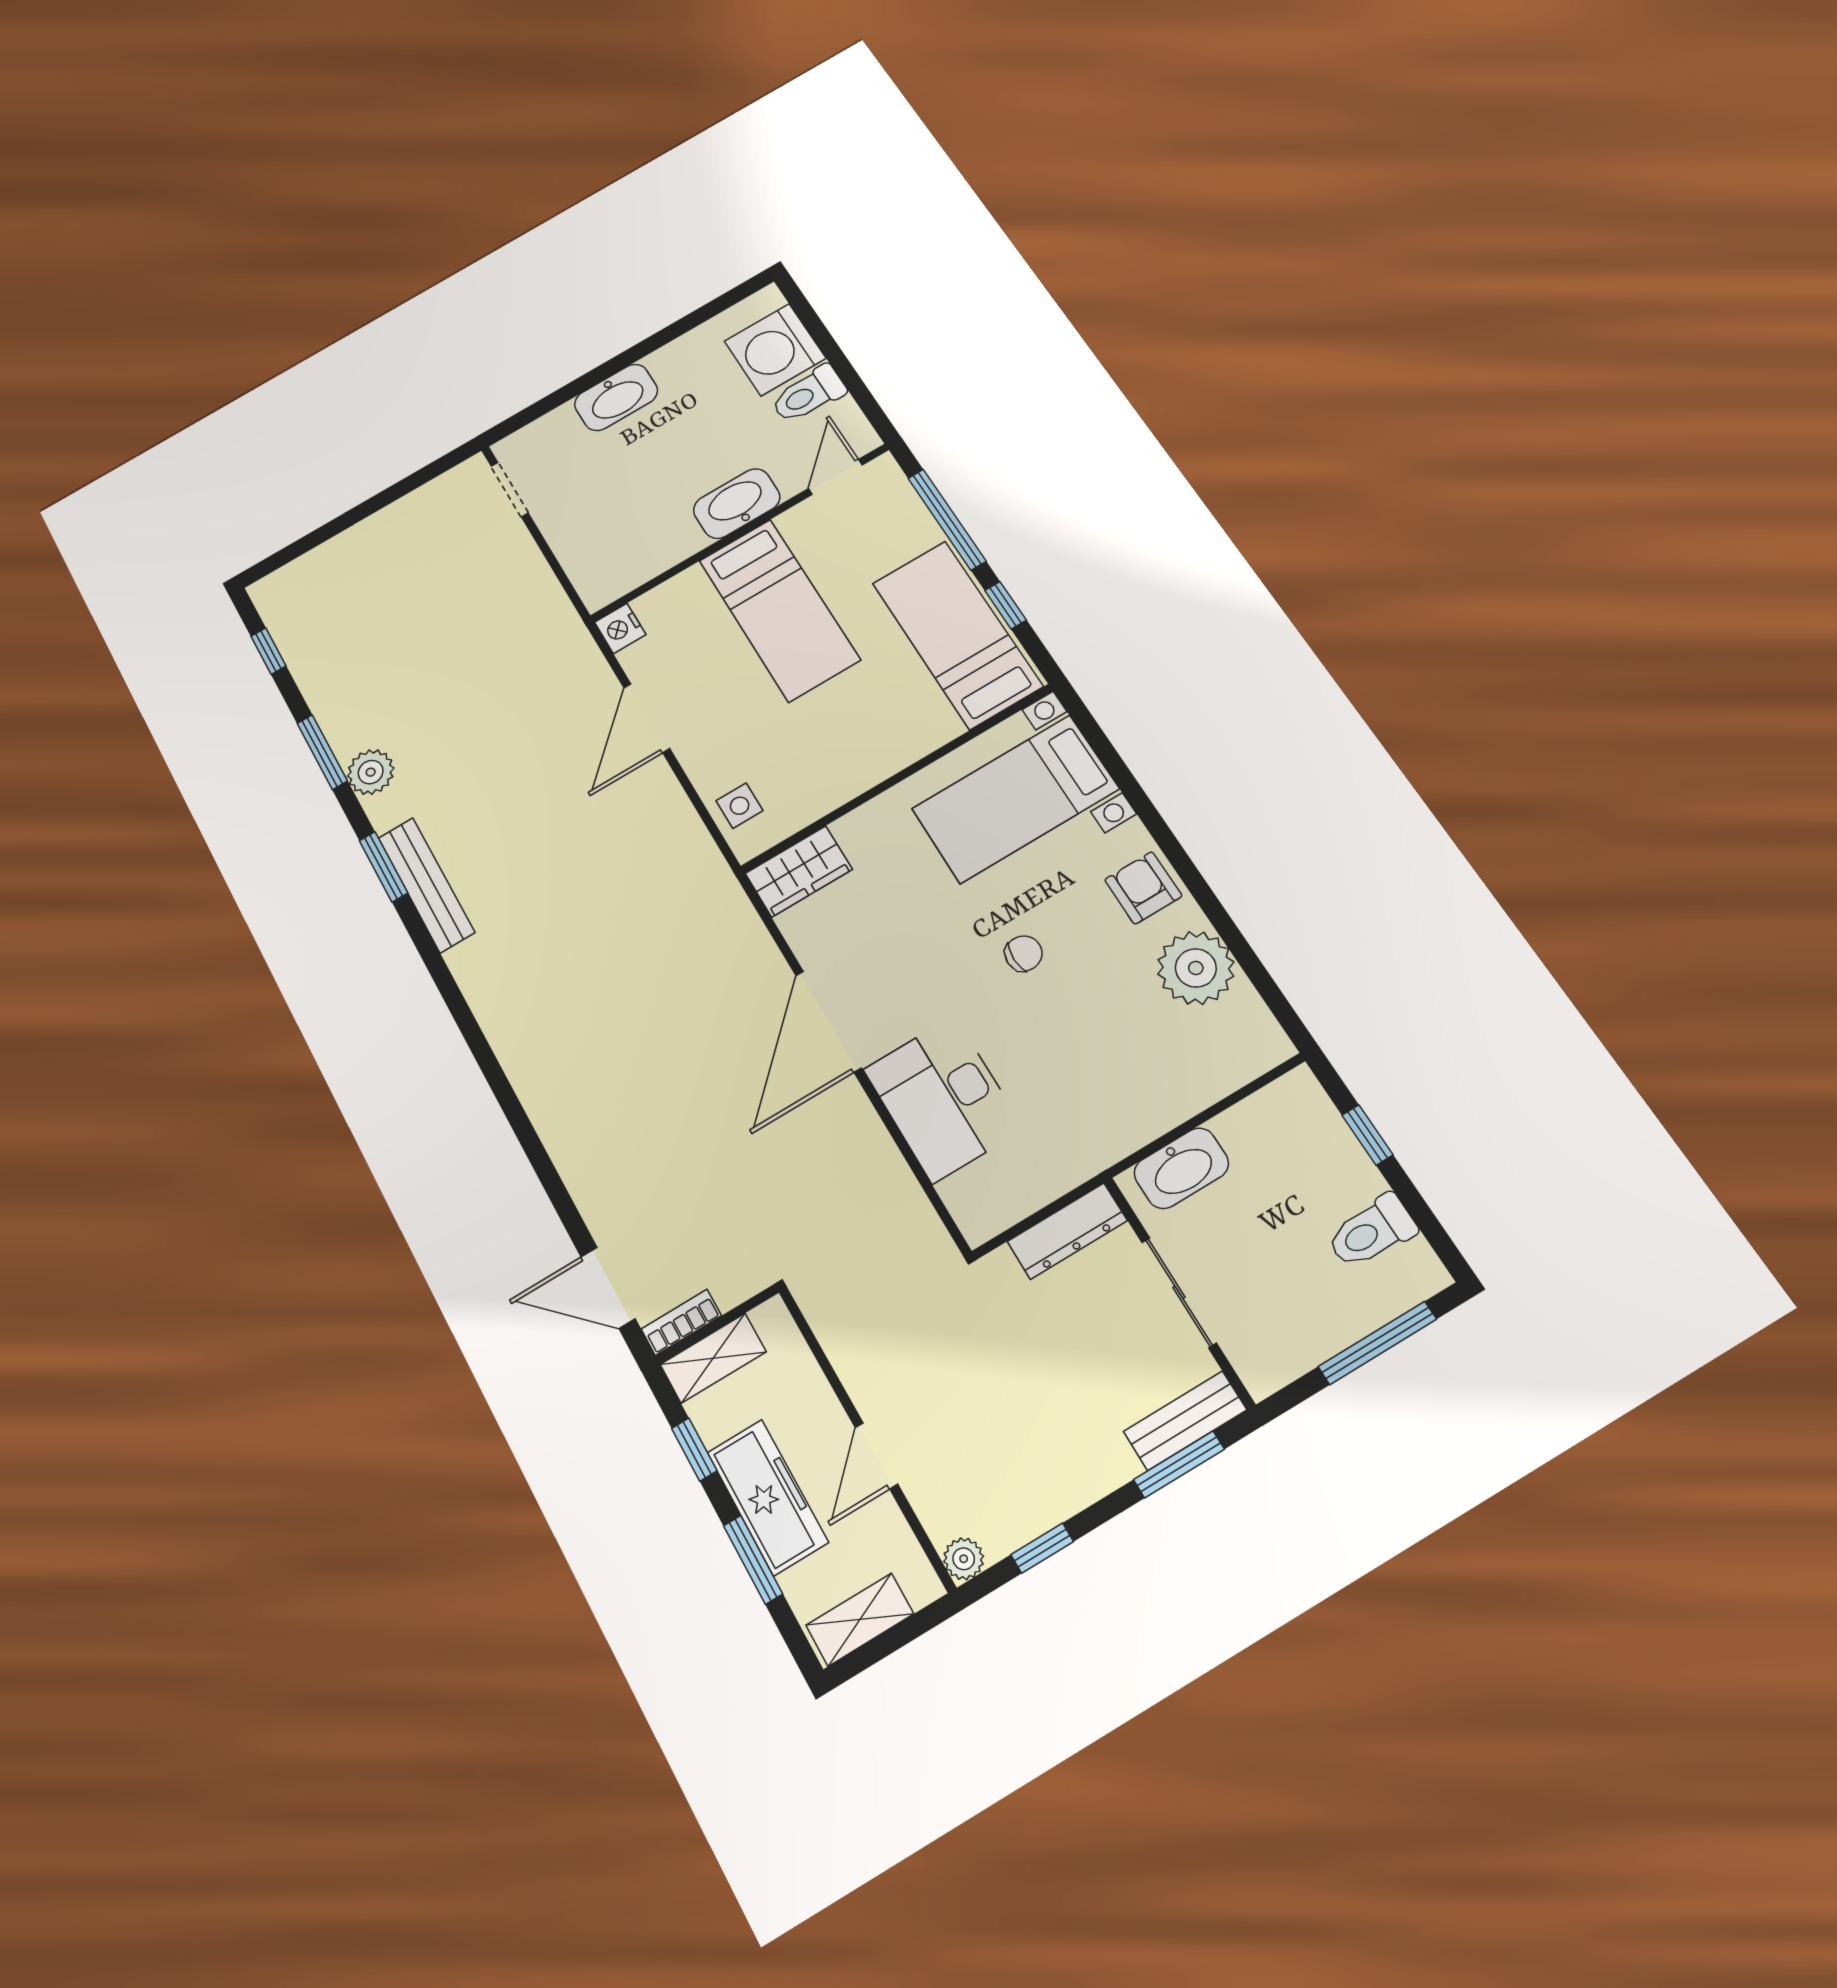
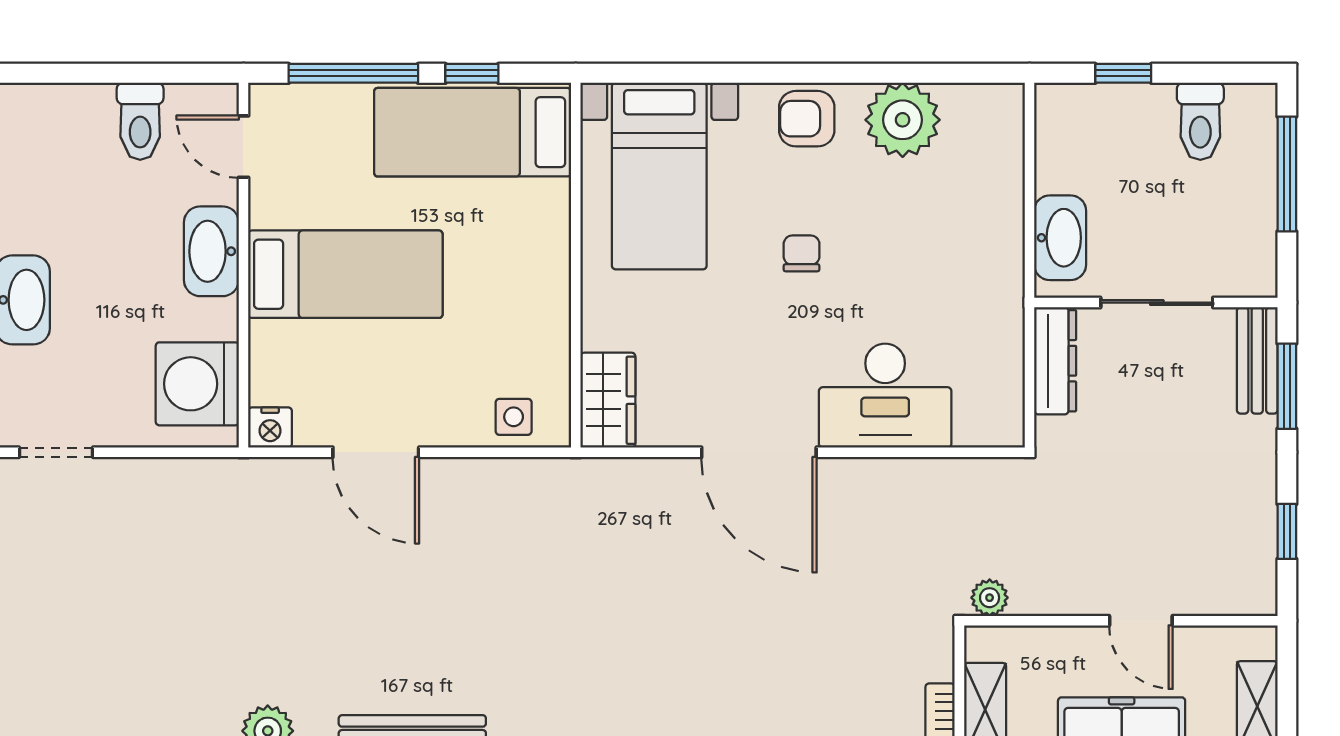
washing machine: (775, 350) -> (197, 384), moved, turned 90
plant: (964, 1559) -> (990, 598), moved

